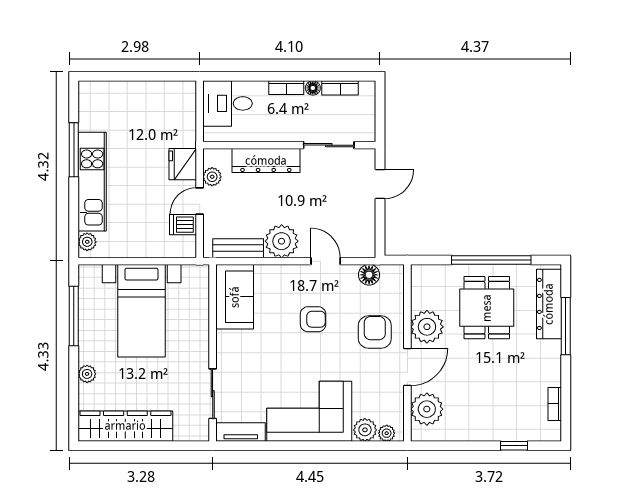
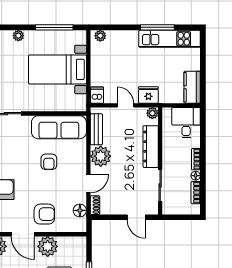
kitchen counter: (170, 94) -> (192, 87), added
plant: (212, 177) -> (152, 113), moved
kitchen unit: (92, 182) -> (170, 39), moved
dishwasher: (183, 225) -> (97, 95), moved
shoe rack: (360, 250) -> (95, 205), added
sofa: (235, 297) -> (59, 127), width x1.36
armchair: (313, 319) -> (49, 162), moved

